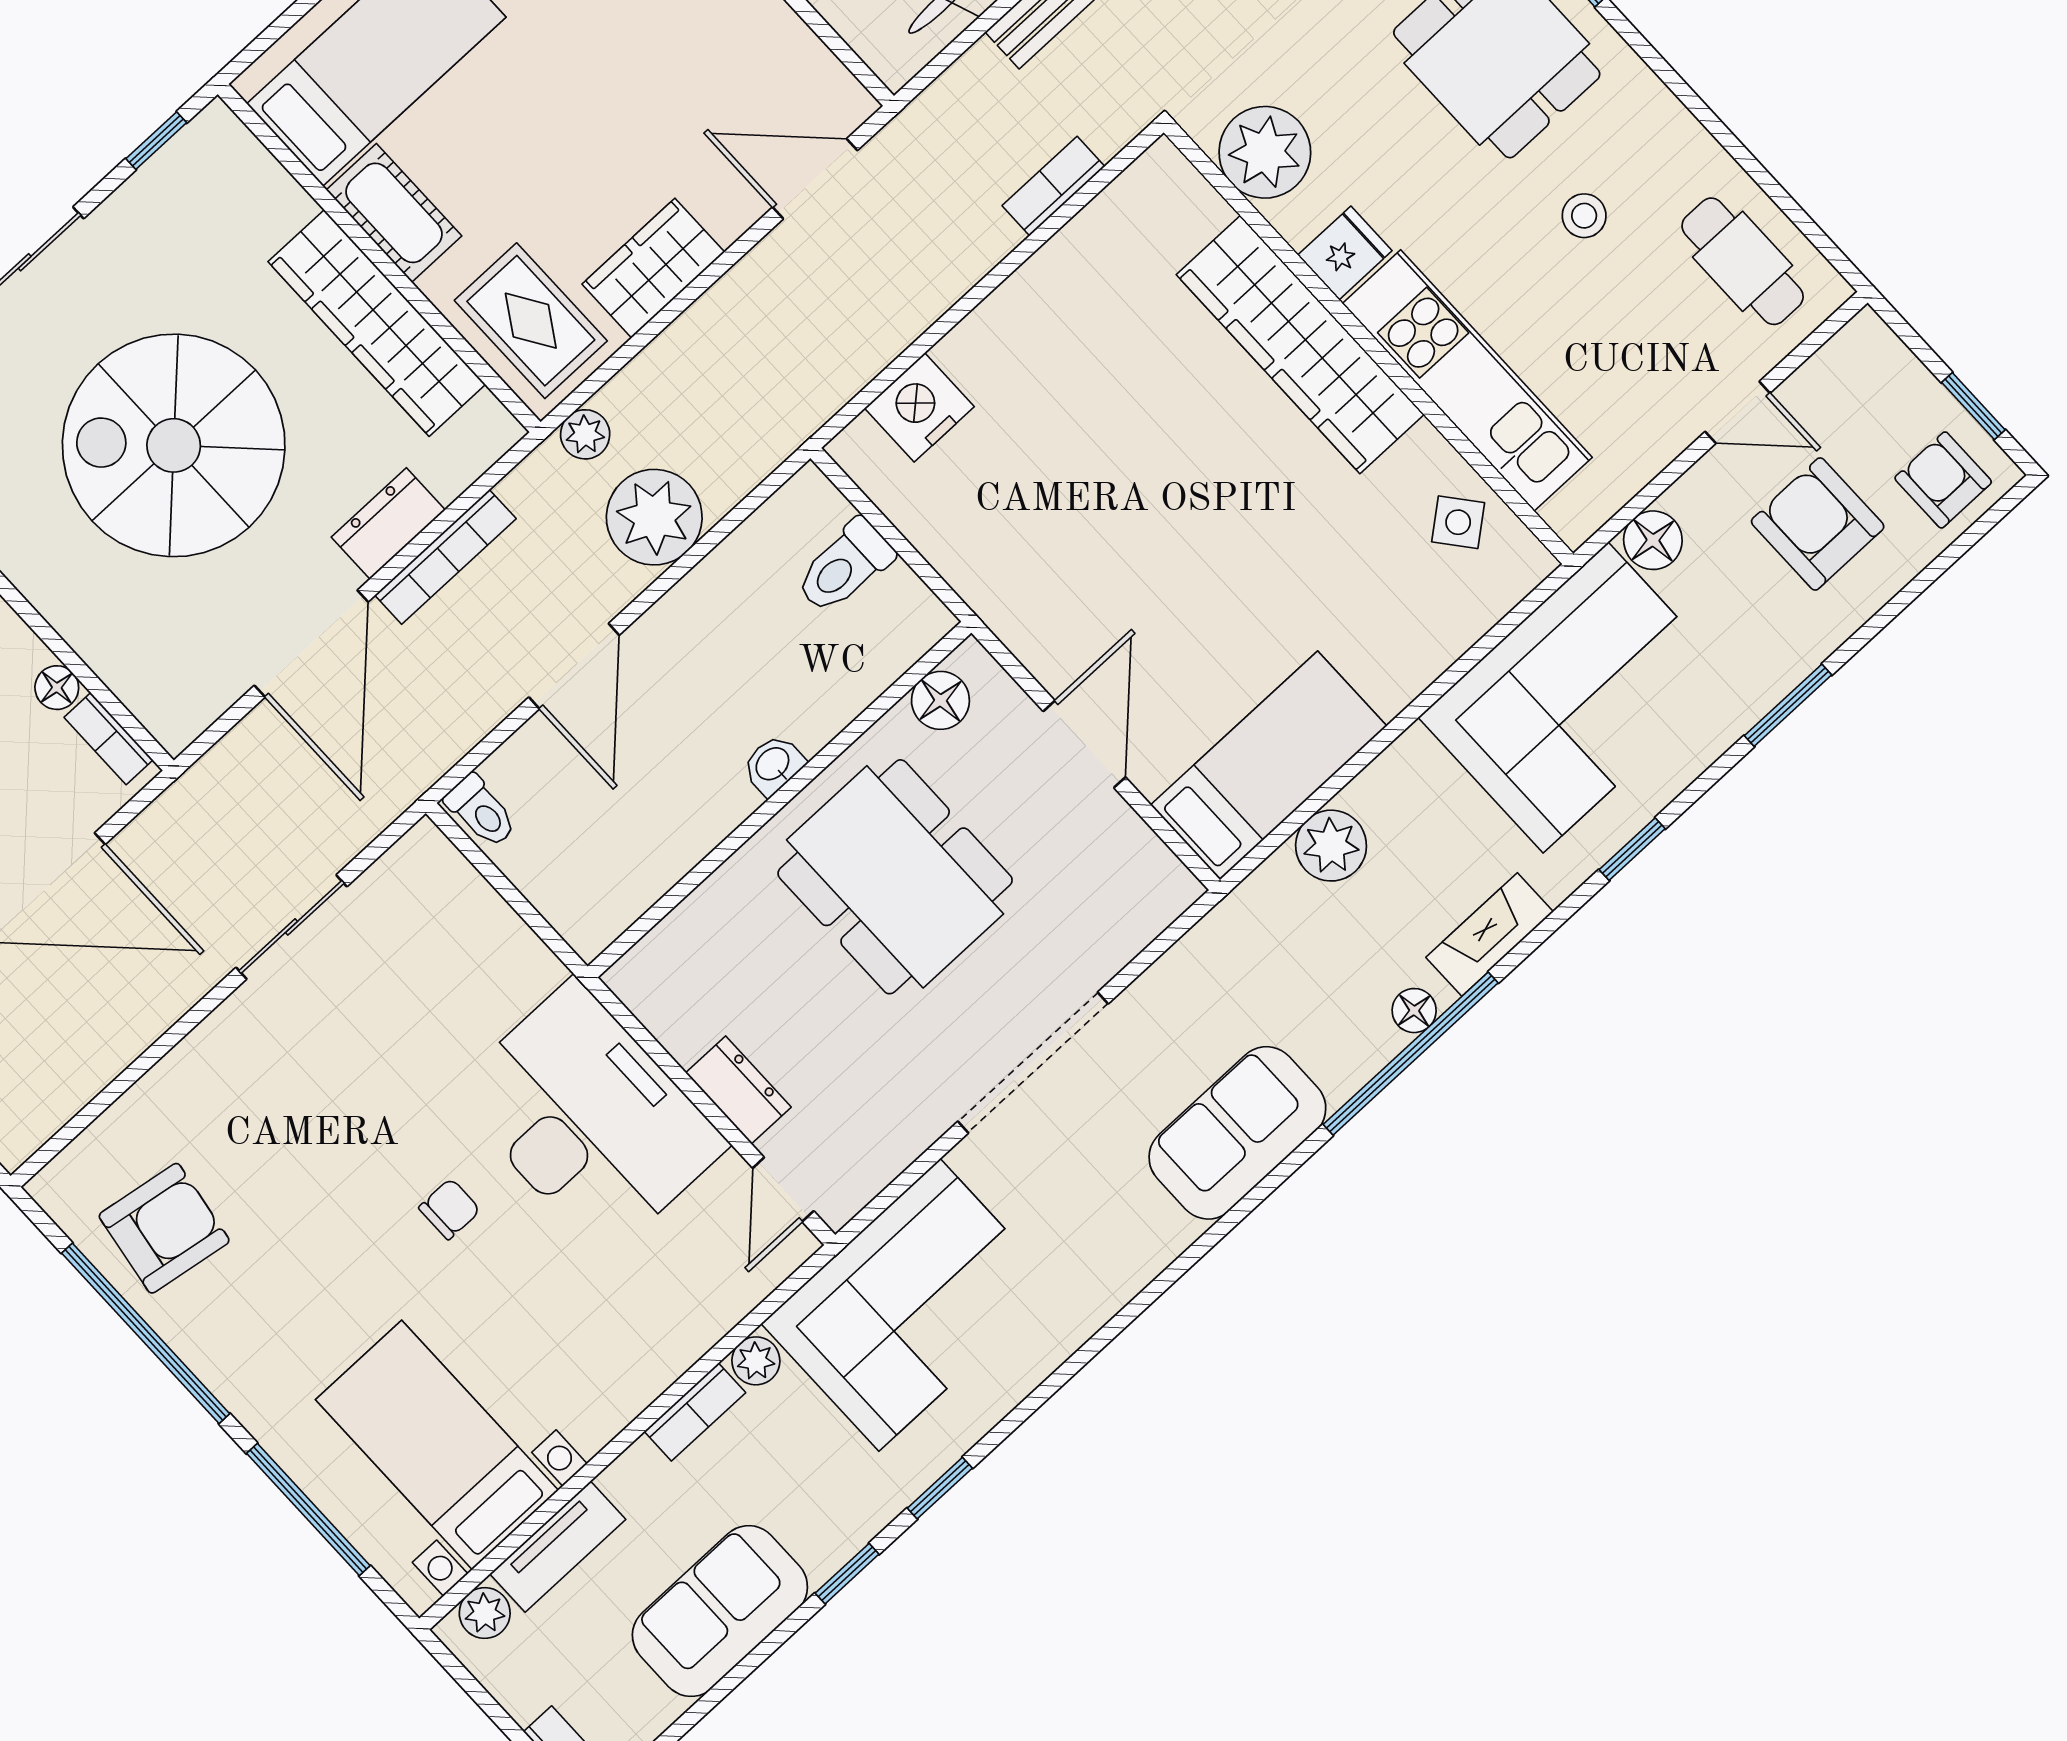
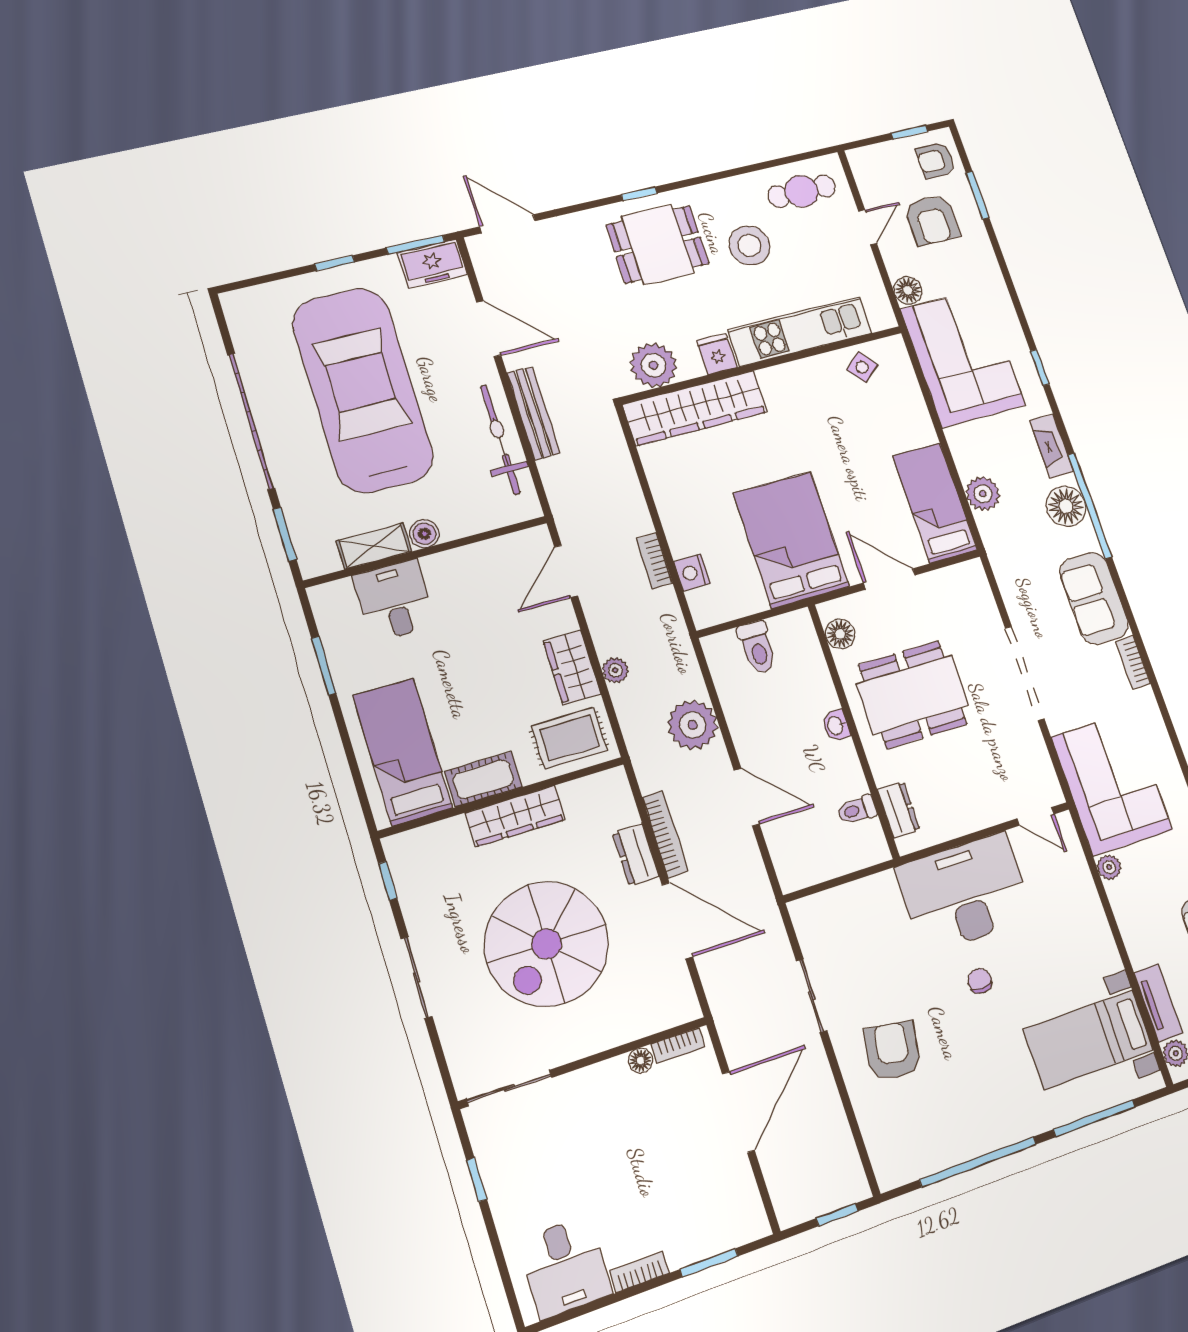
bookcase: (1053, 186) -> (654, 561), moved
stool: (1584, 216) -> (749, 245), width x1.89, depth x1.89
wardrobe: (377, 323) -> (515, 816), width x0.71, depth x0.85
wardrobe: (1300, 344) -> (695, 408), moved
nightstand: (919, 407) -> (692, 573), width x0.74, depth x0.75
plant: (585, 434) -> (615, 670), moved
armchair: (1818, 524) -> (932, 220), turned -90
bed: (1068, 539) -> (791, 540), added
window: (1788, 705) -> (977, 195), moved
toilet: (481, 811) -> (857, 810), moved, turned 180
floor lamp: (1414, 1011) -> (1066, 506), width x1.89, depth x1.89
dresser: (738, 1090) -> (899, 810), moved, turned 90
armchair: (164, 1228) -> (892, 1051), moved
bookcase: (695, 1412) -> (1133, 663), moved, turned 180

